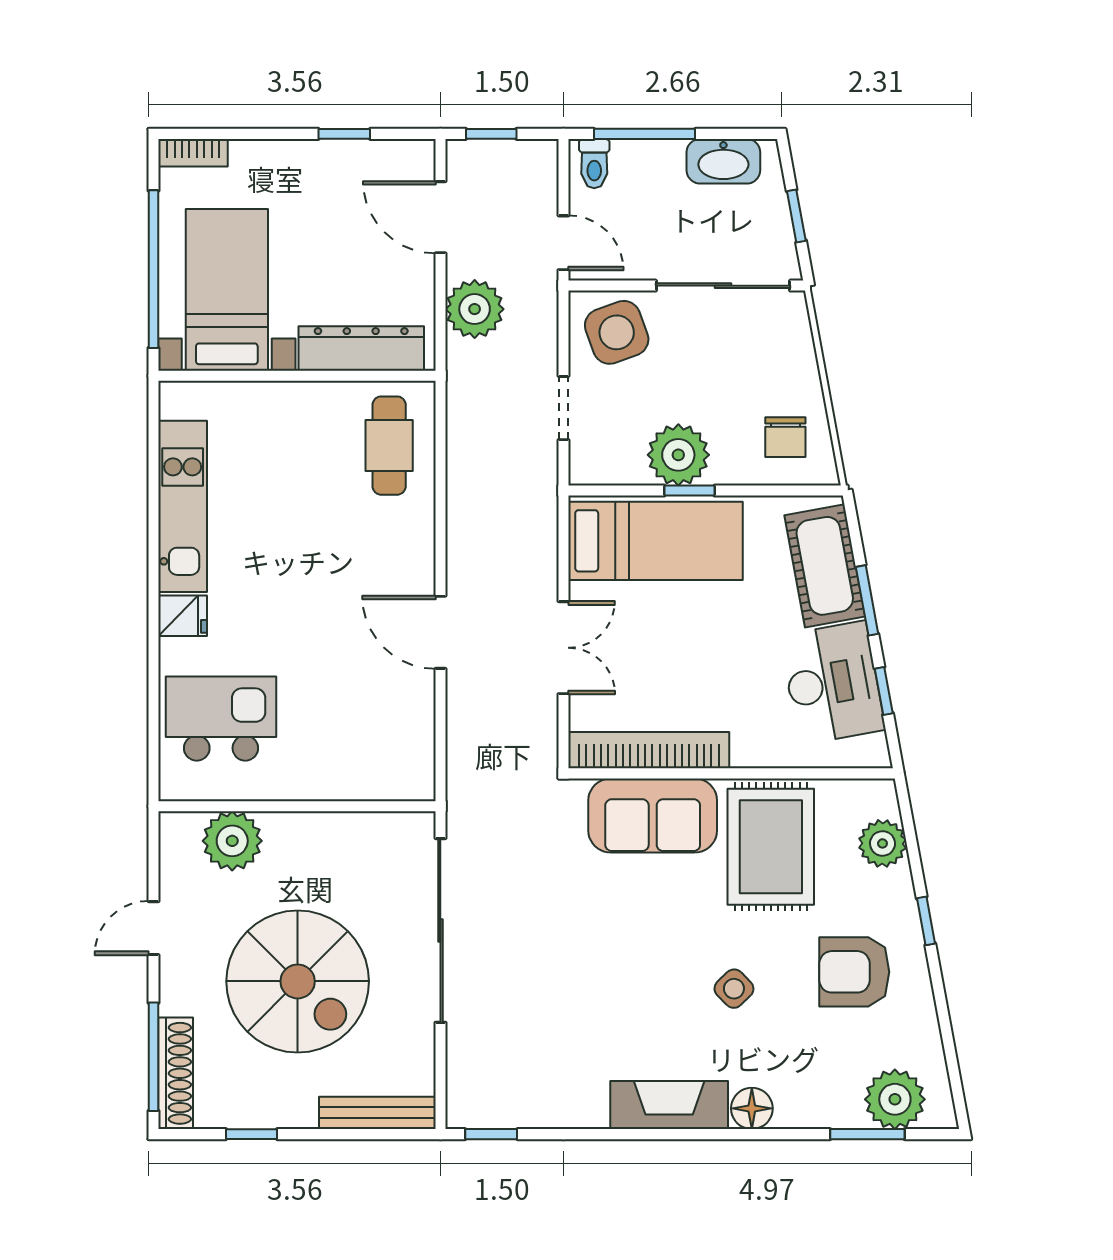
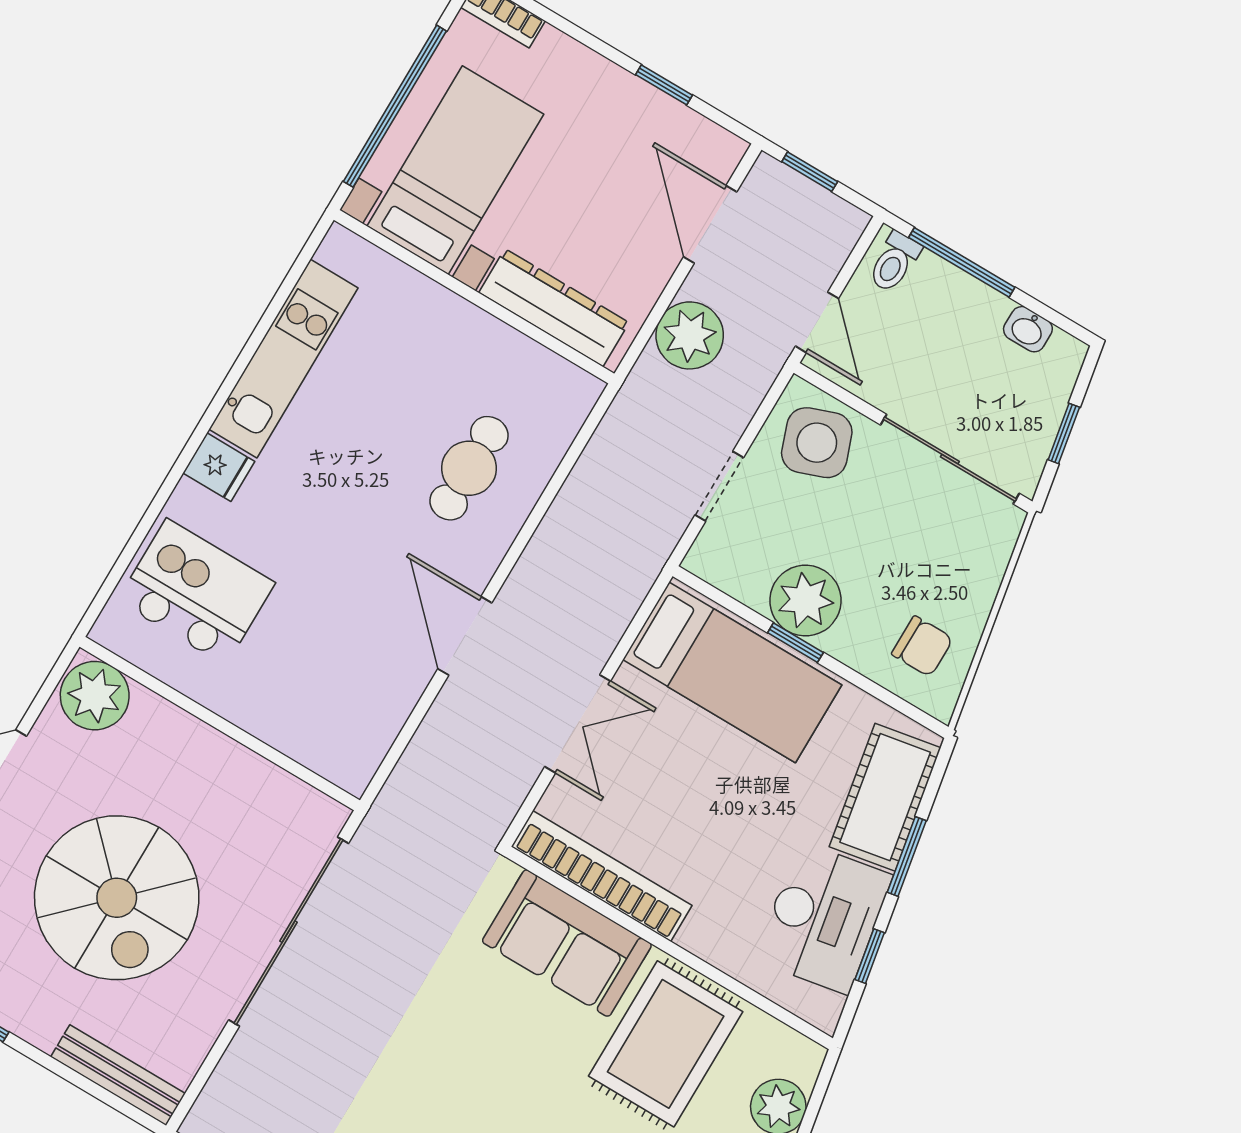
washbasin: (723, 161) -> (1028, 329), width x0.52, depth x0.69
chair: (785, 437) -> (922, 646), turned -90
cafe table: (389, 446) -> (469, 468), moved
plant: (232, 841) -> (95, 696), moved

